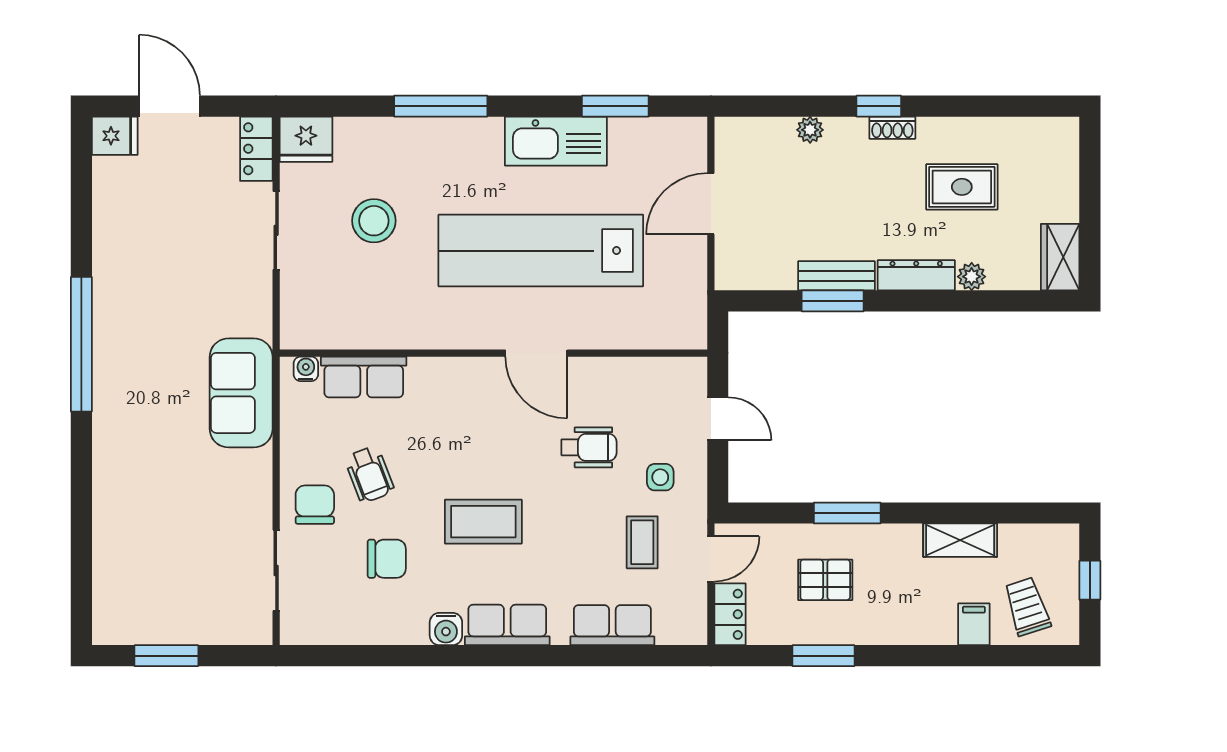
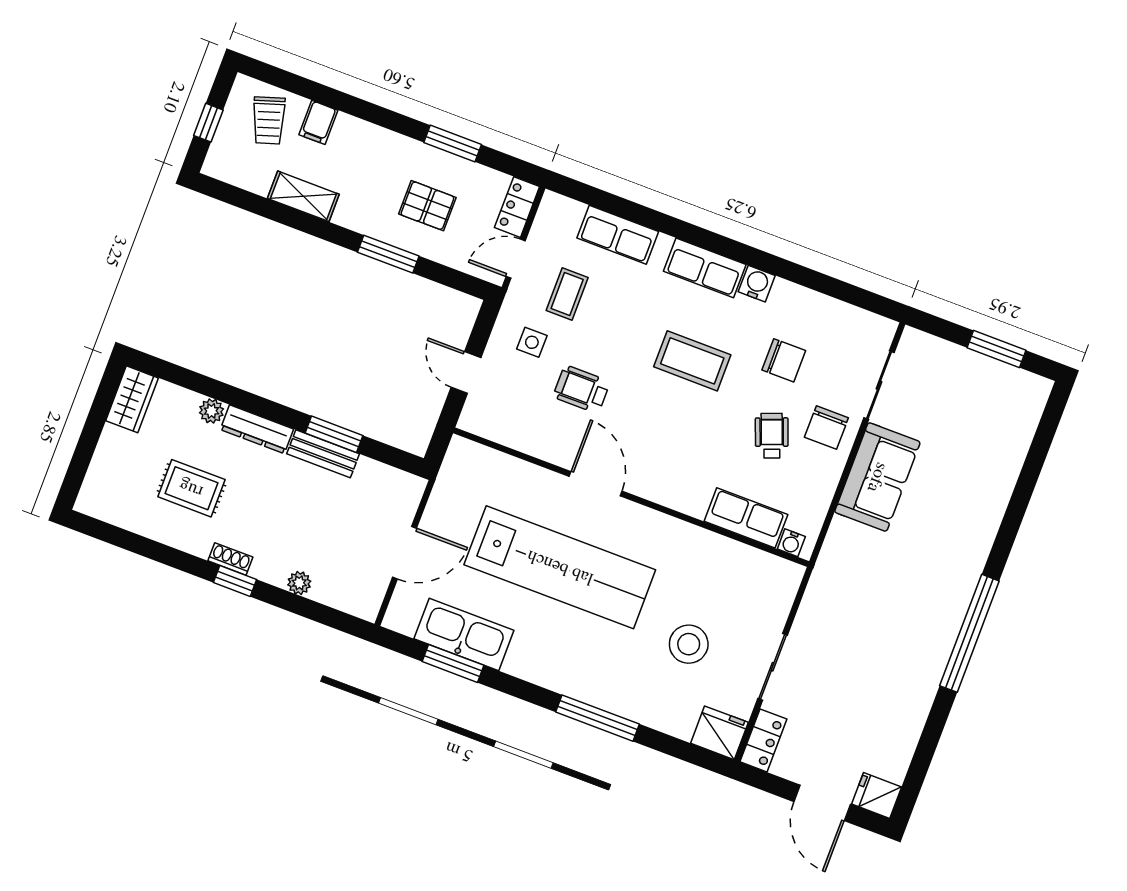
kitchen sink: (556, 141) -> (464, 635), moved
sofa: (241, 393) -> (877, 477), moved
chair: (387, 559) -> (784, 360), turned 180

